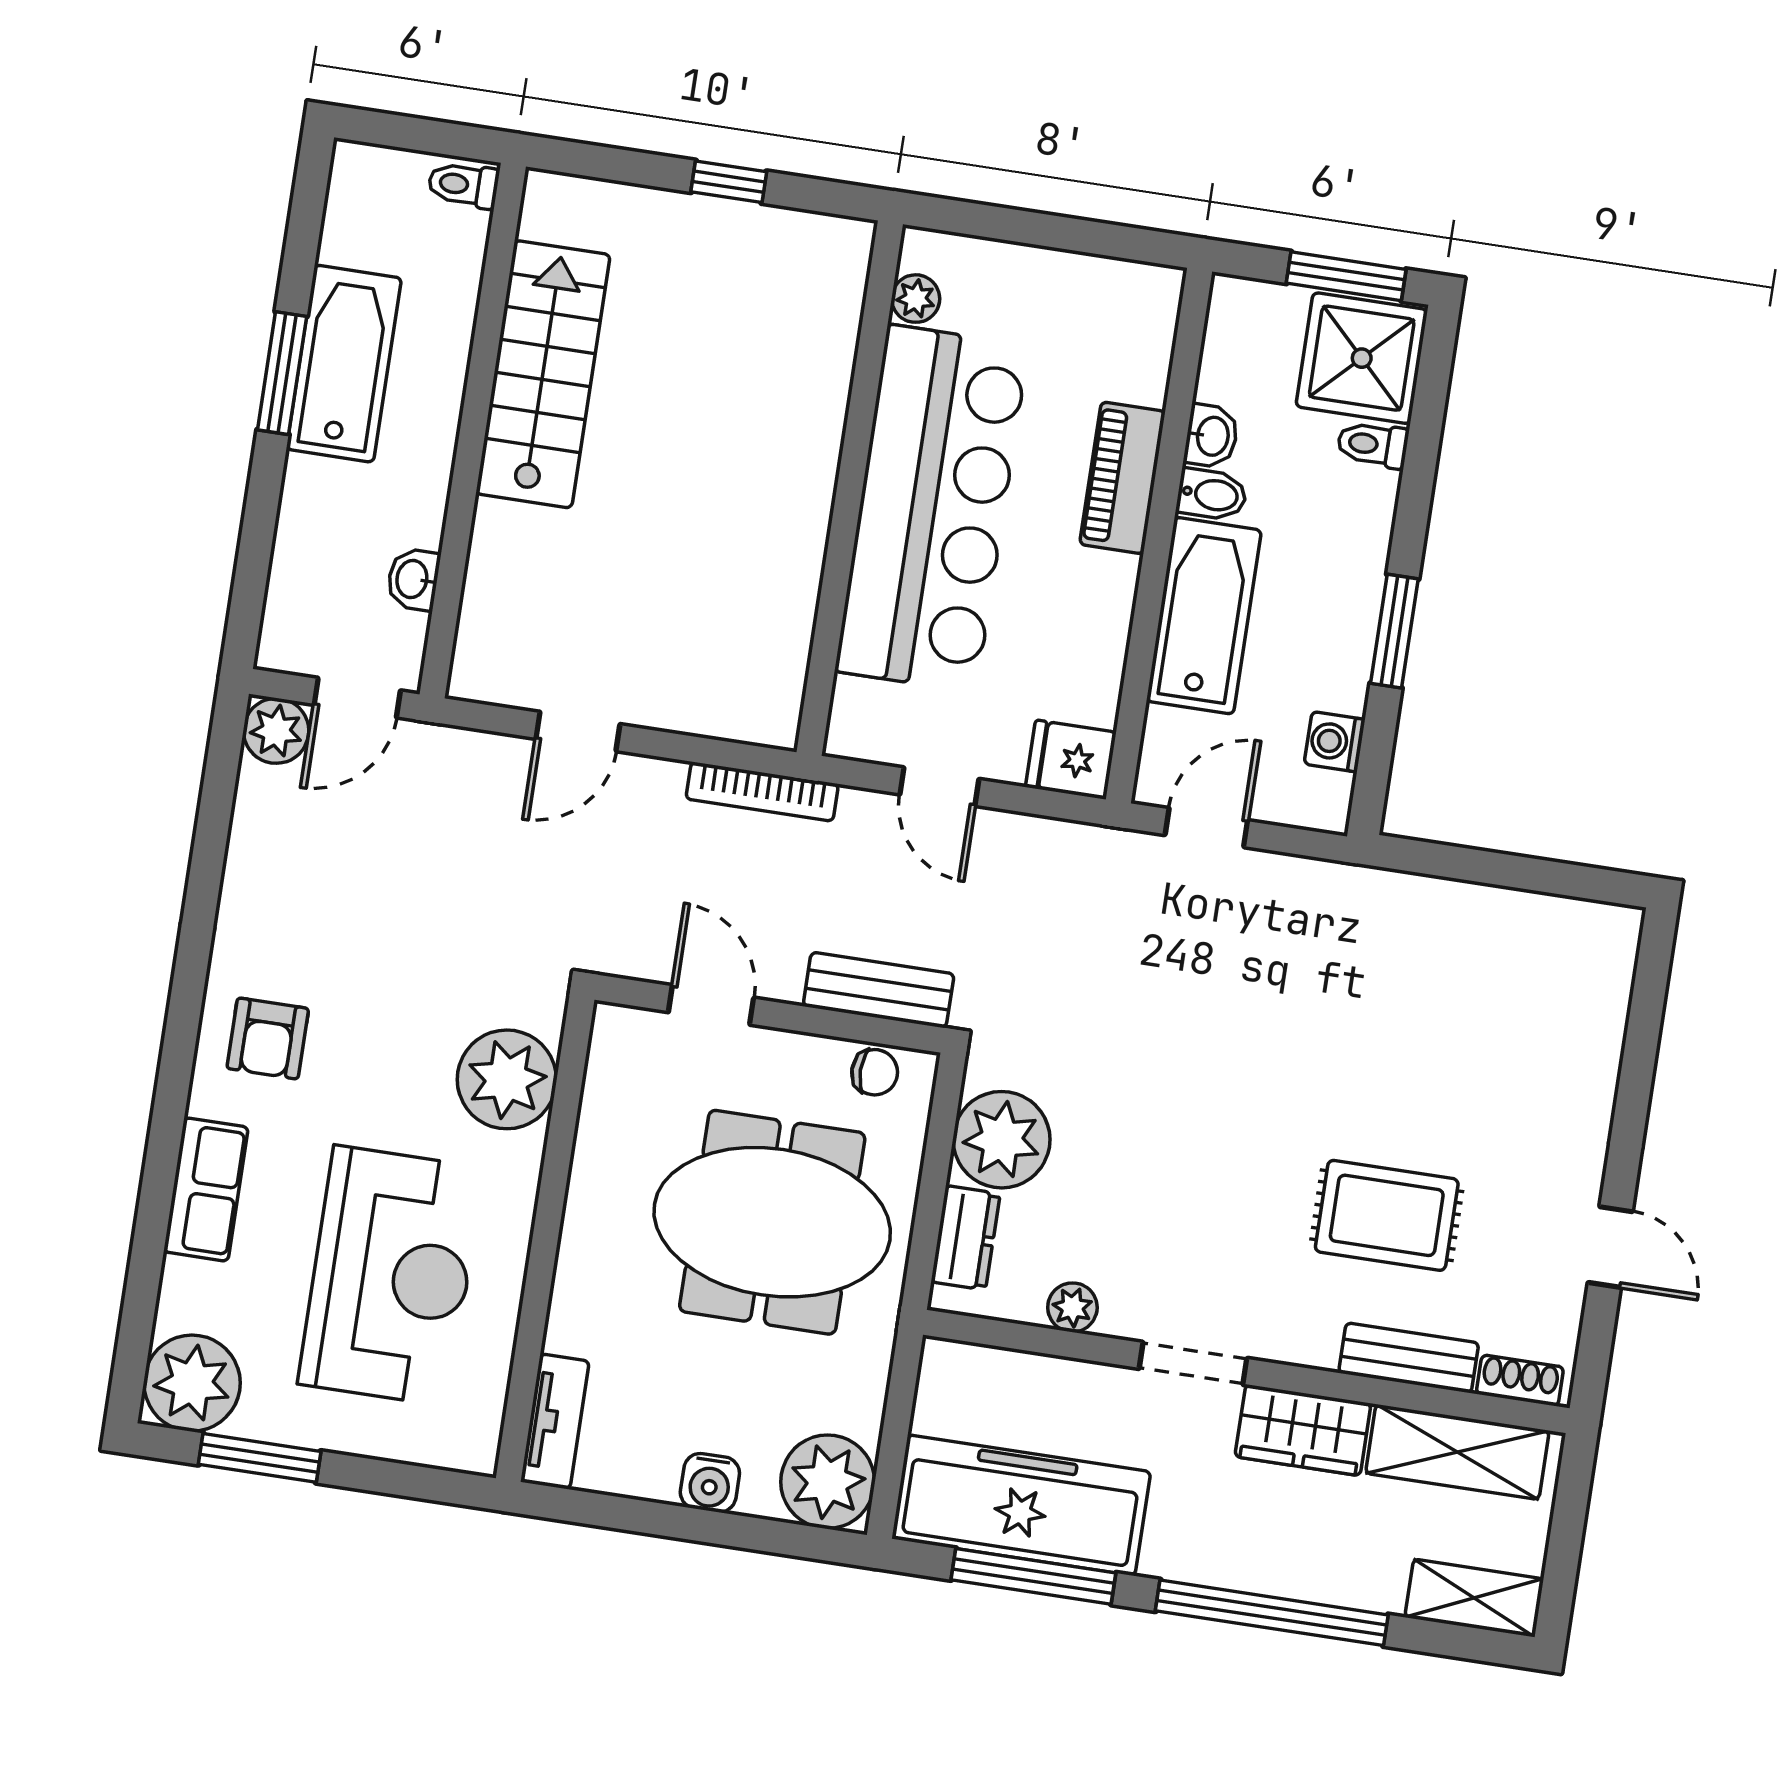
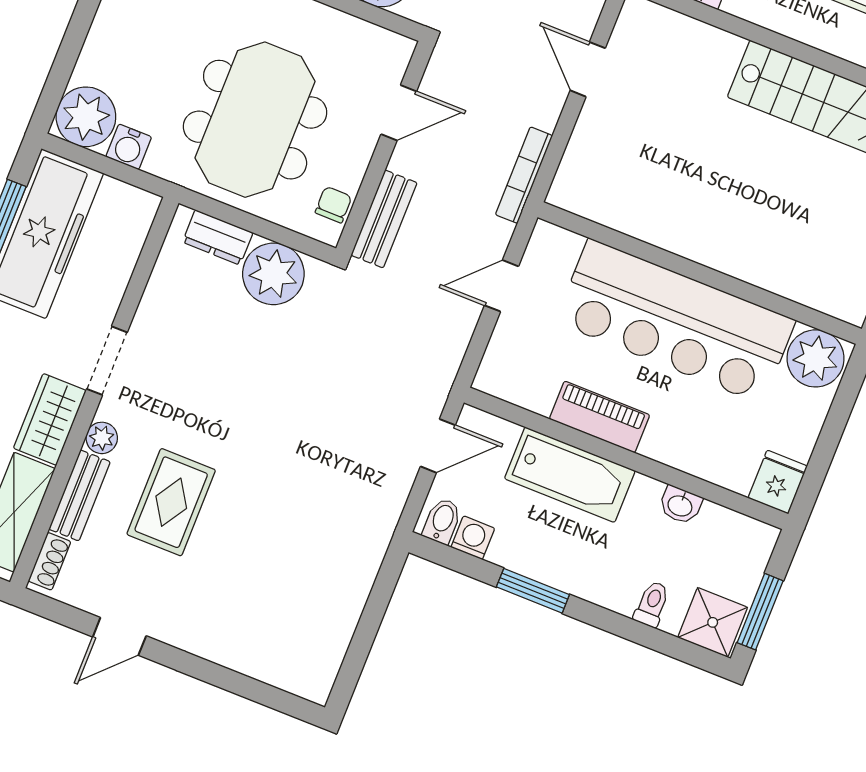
plant: (916, 299) -> (816, 358), width x1.88, depth x1.88
shower: (1362, 358) -> (713, 622), width x0.73, depth x0.73
piano: (1122, 478) -> (600, 417), moved
bidet: (1212, 494) -> (442, 521), moved, turned 180
fridge: (1071, 760) -> (778, 482), moved
door: (1206, 828) -> (438, 446), hinge flipped
chair: (875, 1072) -> (333, 205), turned 180
plant: (1072, 1307) -> (102, 438), moved
water cooler: (710, 1483) -> (129, 147), moved, turned -90

